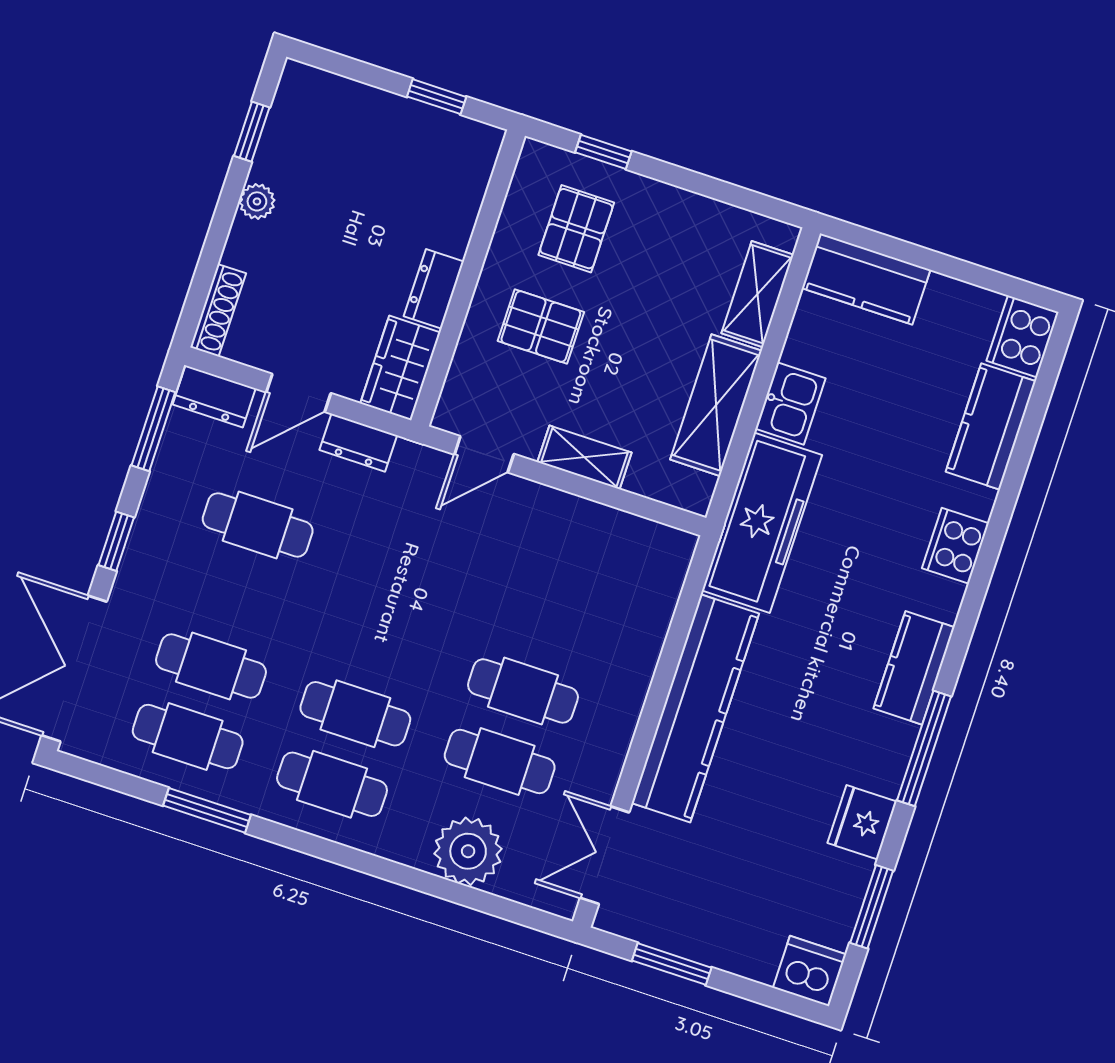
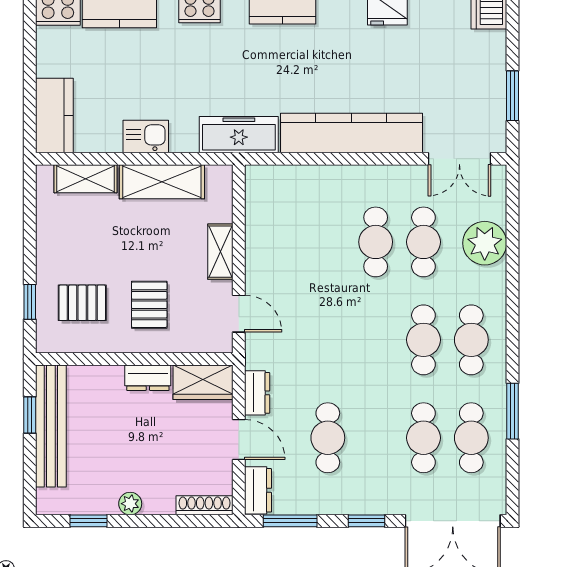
bench: (410, 122) -> (51, 426), added
freezer: (762, 523) -> (239, 135), width x0.73, depth x0.79

